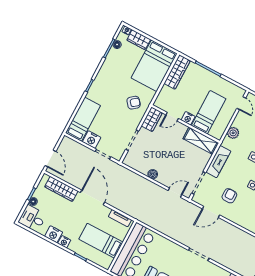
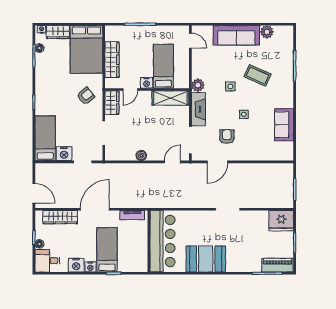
wardrobe: (177, 72) -> (112, 60), moved
plant: (233, 133) -> (198, 85), moved
door: (92, 197) -> (95, 209), hinge flipped
bed: (101, 241) -> (107, 250), moved, turned 90

